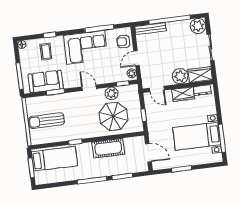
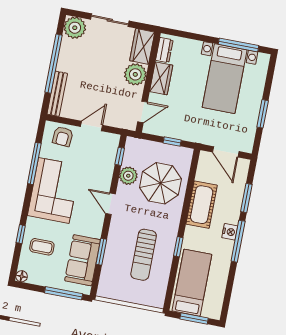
door: (137, 58) -> (91, 126), swing flipped
plant: (132, 73) -> (110, 139), removed
door: (89, 88) -> (111, 204), hinge flipped
sun lounger: (46, 121) -> (144, 255), moved
door: (148, 153) -> (226, 152), swing flipped
nightstand: (96, 173) -> (230, 232), added

